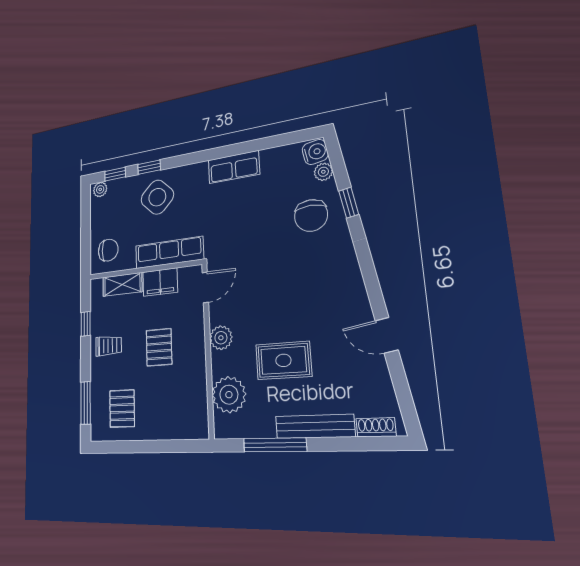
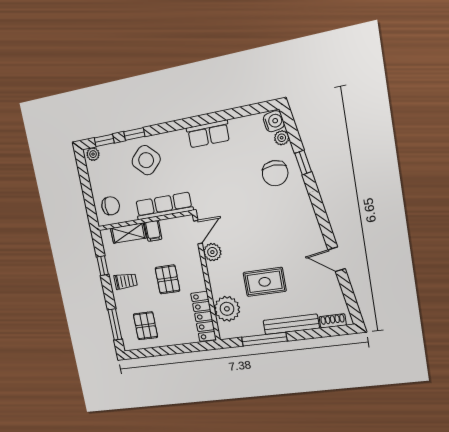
filing cabinet: (160, 282) -> (153, 231), width x0.50
plant: (221, 338) -> (212, 252), moved
locker: (197, 403) -> (204, 317), added

